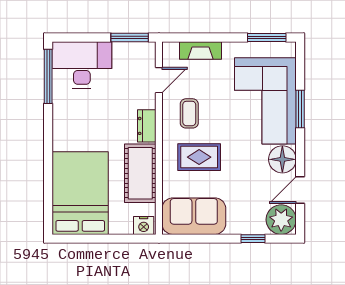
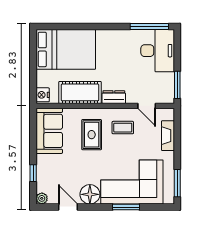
plant: (281, 220) -> (42, 198), width x0.53, depth x0.53

